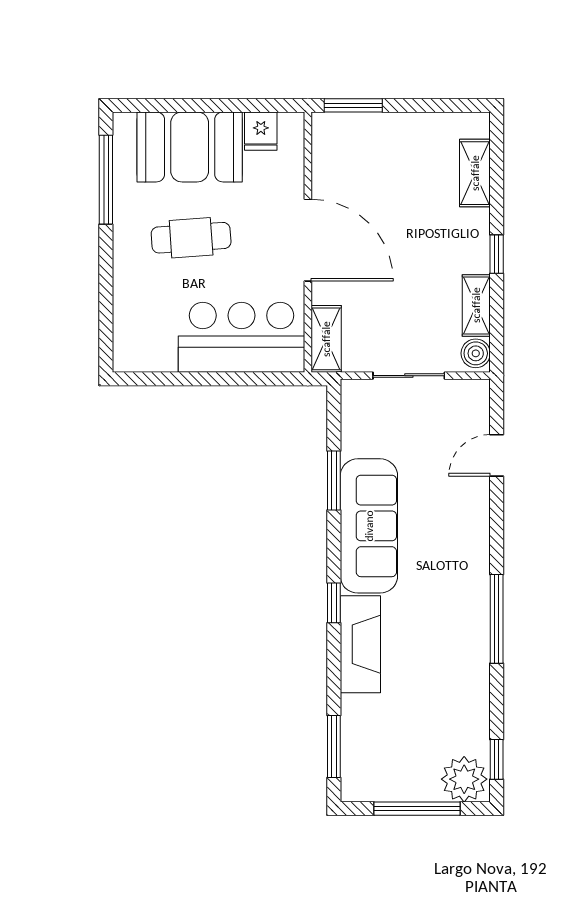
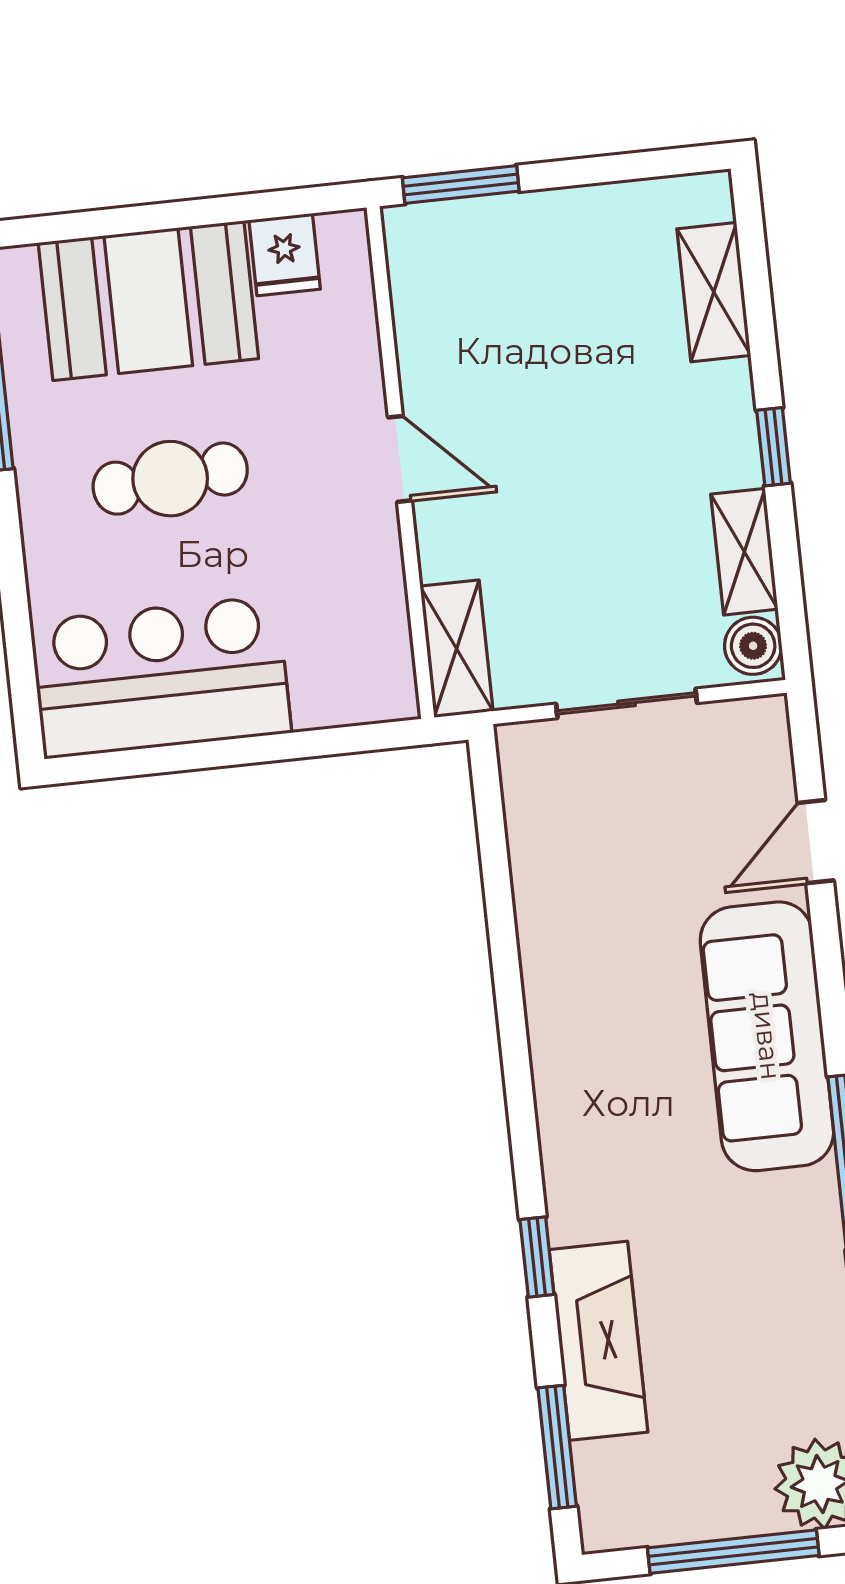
door: (308, 240) -> (400, 459), width x0.53
bar counter: (241, 337) -> (161, 677), moved
window: (334, 481) -> (501, 925), removed
sofa: (369, 526) -> (767, 1036), moved, turned 180
window: (334, 603) -> (537, 1257), moved
fireplace: (360, 644) -> (599, 1341), moved

